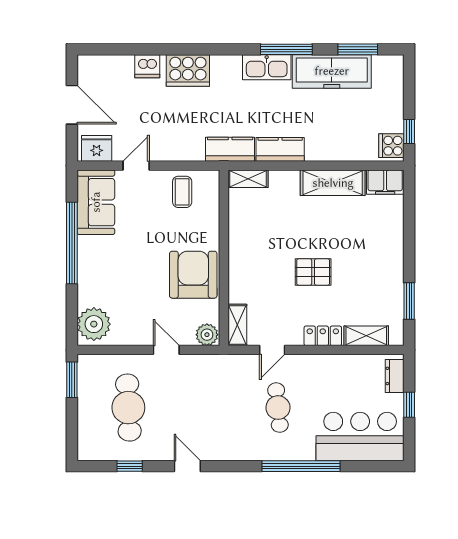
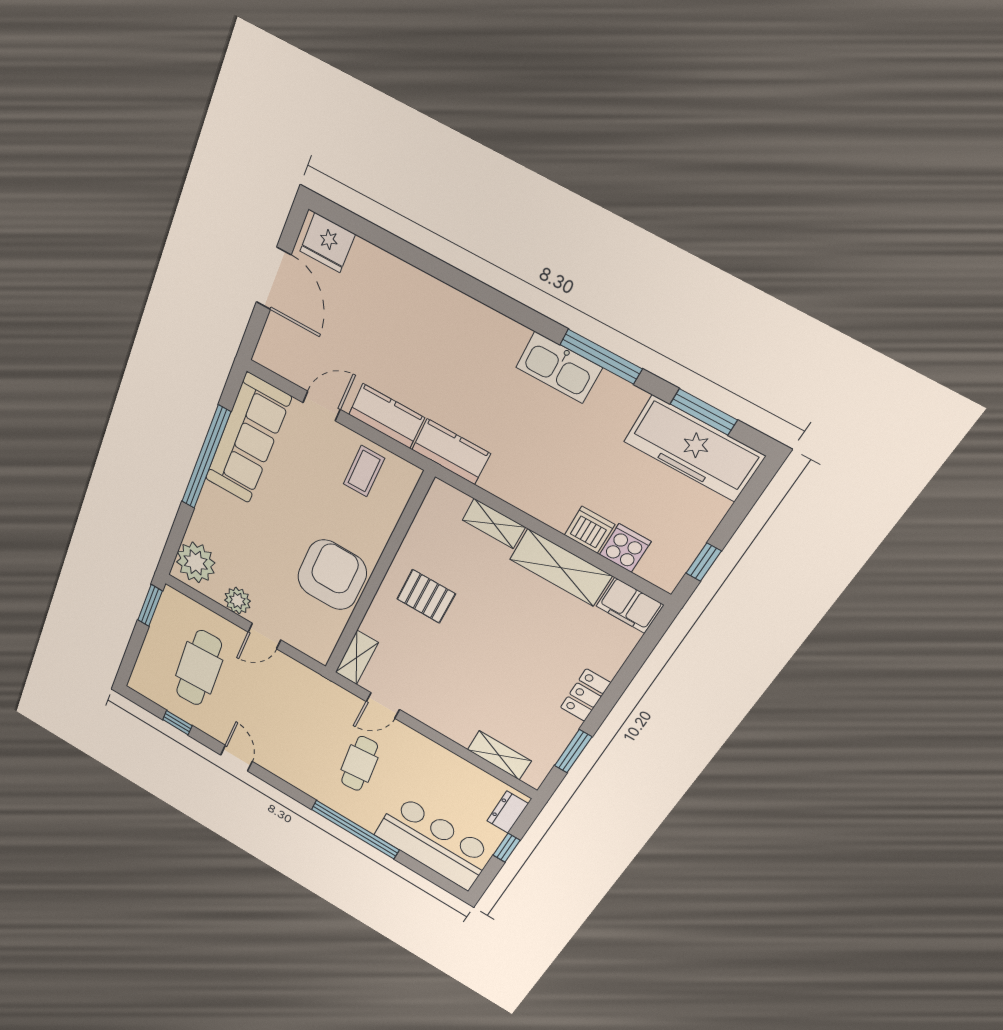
dishwasher: (147, 66) -> (590, 530), moved, turned 180
cooker: (188, 70) -> (448, 313), removed
freezer: (332, 71) -> (694, 449), moved
cooker: (391, 146) -> (625, 548), moved, turned 90
fridge: (97, 148) -> (327, 243), moved, turned 180
kitchen counter: (280, 149) -> (386, 416), moved
shelving: (248, 179) -> (494, 524), moved
sofa: (96, 202) -> (248, 439), width x1.36
pallet: (313, 272) -> (426, 596), moved
plant: (207, 335) -> (238, 601), moved
locker: (323, 336) -> (585, 695), moved, turned -90
door: (166, 350) -> (264, 636), swing flipped

